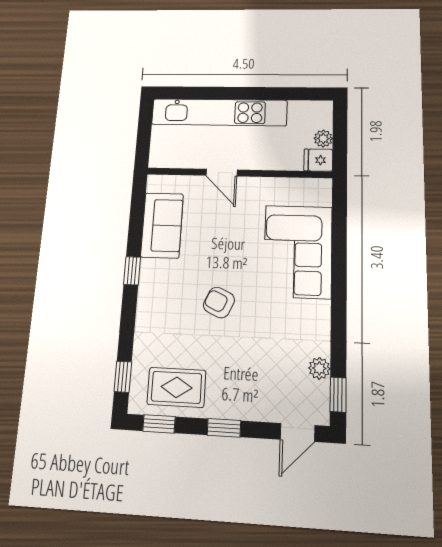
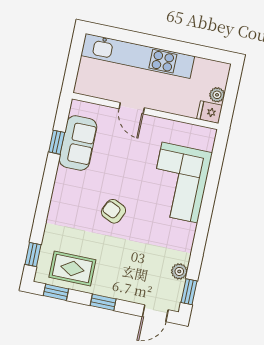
window: (132, 271) -> (57, 142), moved

